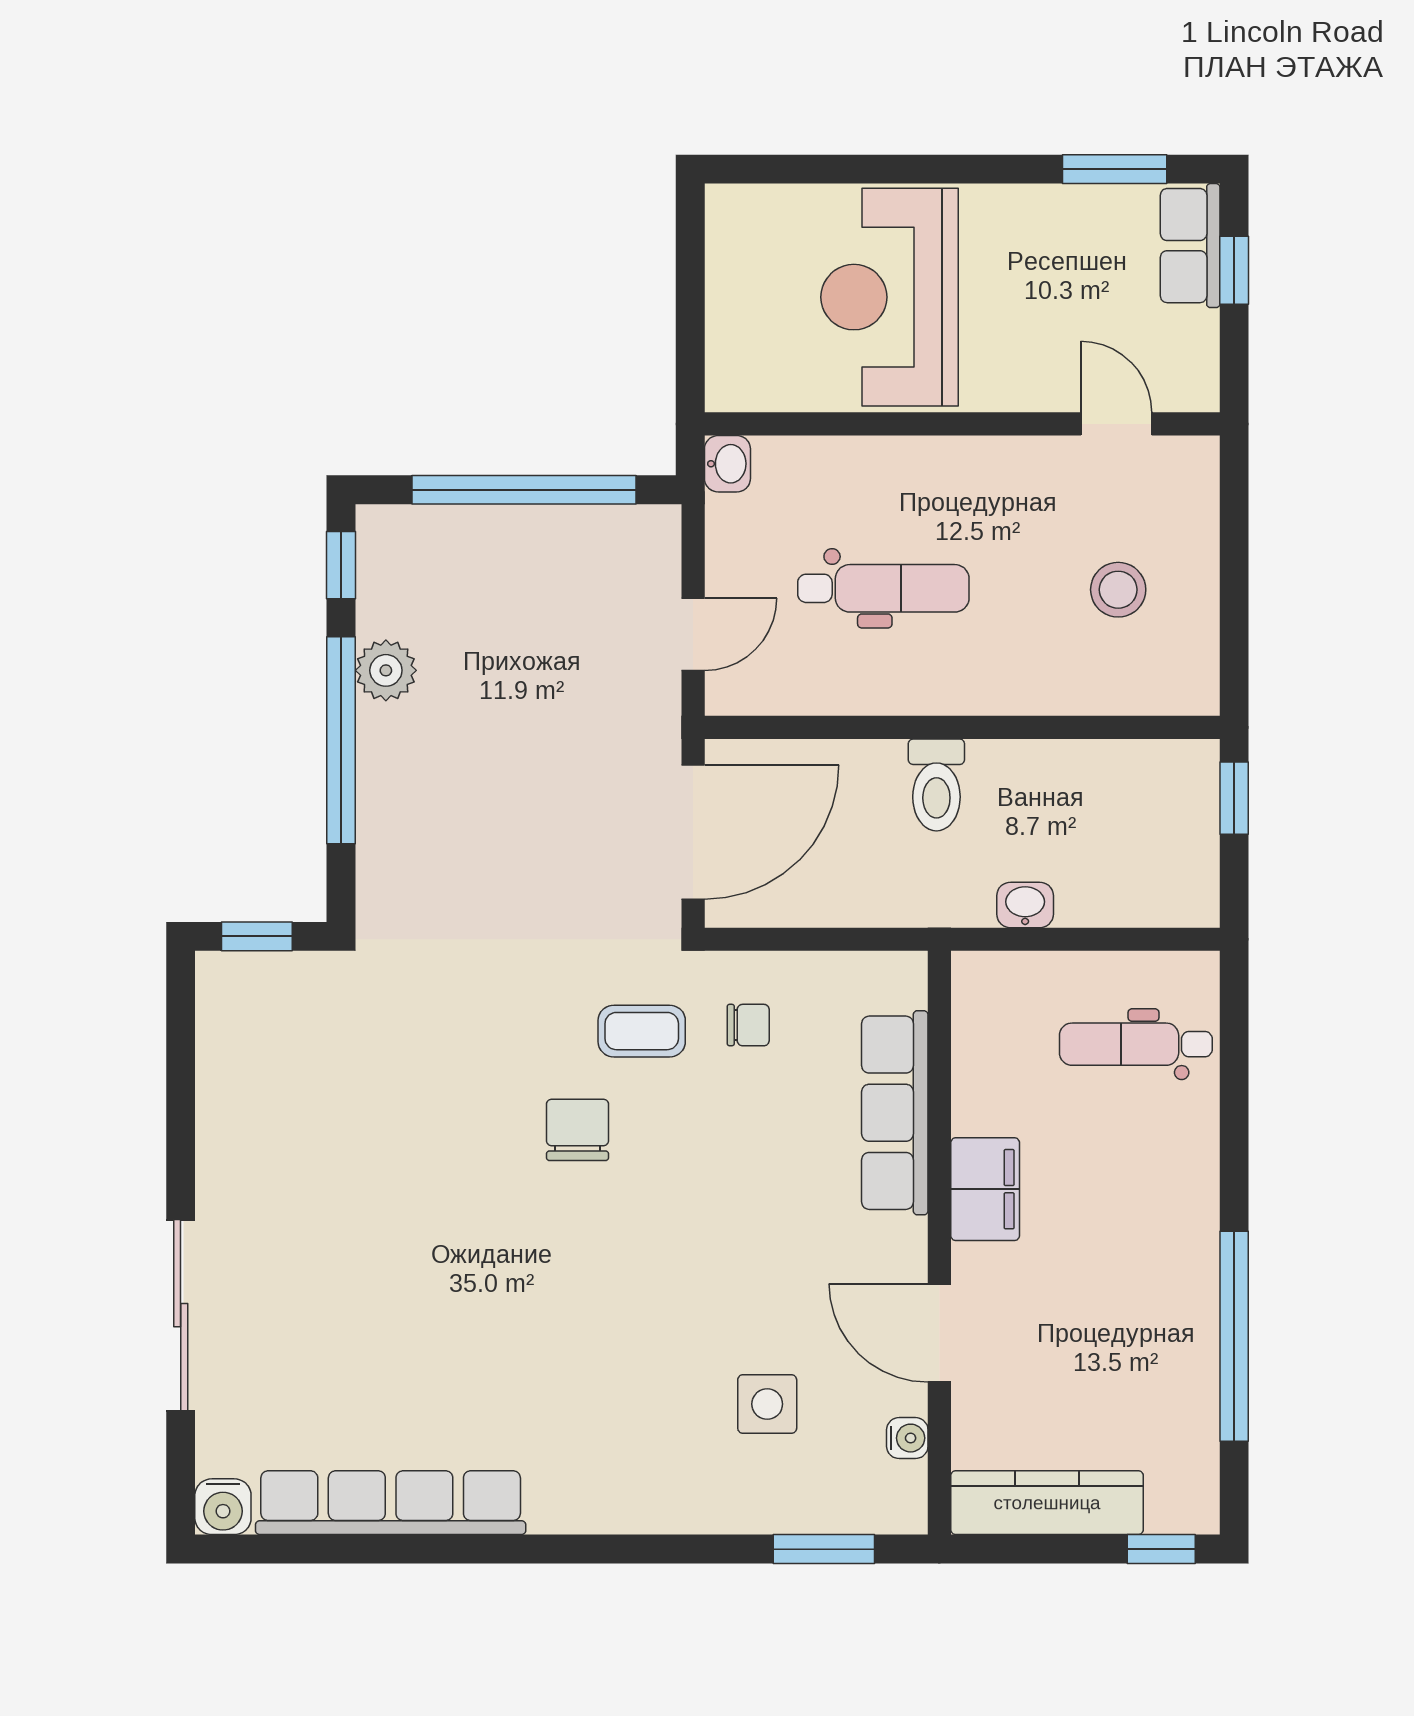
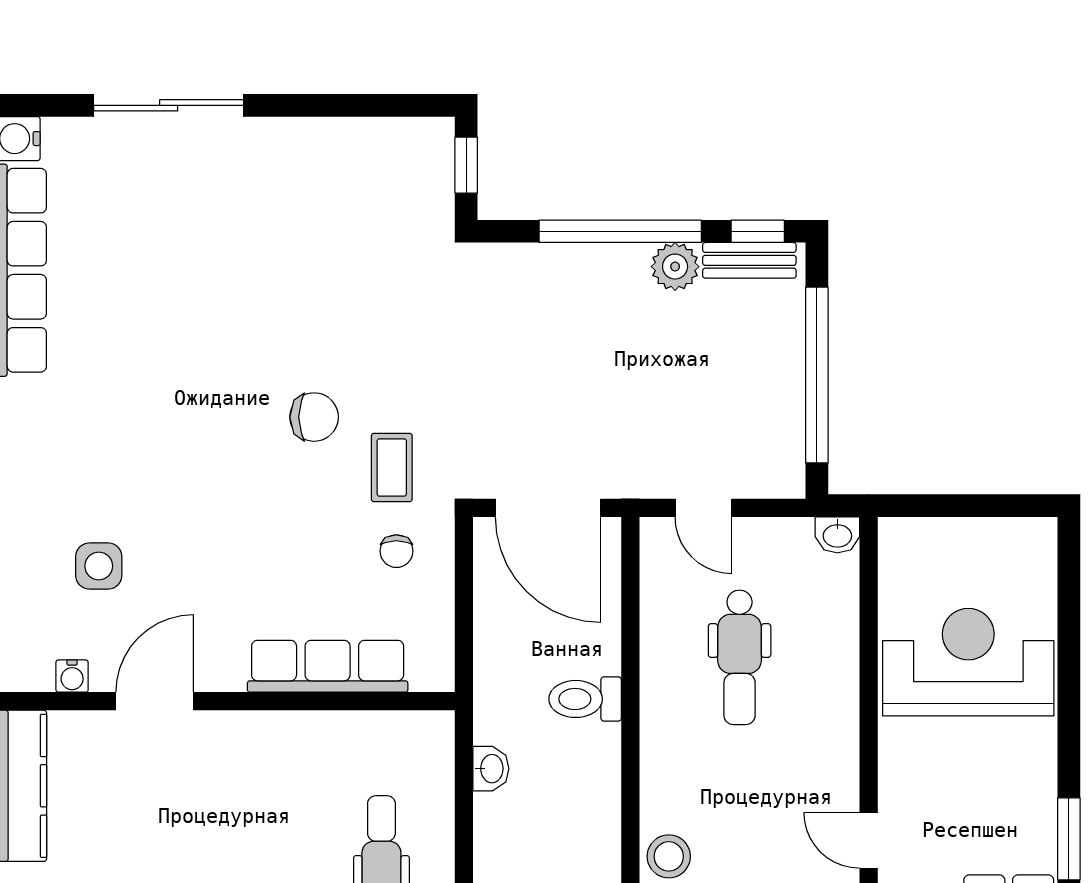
door: (1116, 424) -> (869, 840), swing flipped
bench: (378, 576) -> (749, 260), added
stool: (1118, 590) -> (669, 856), moved
filing cabinet: (985, 1189) -> (268, 737), removed

